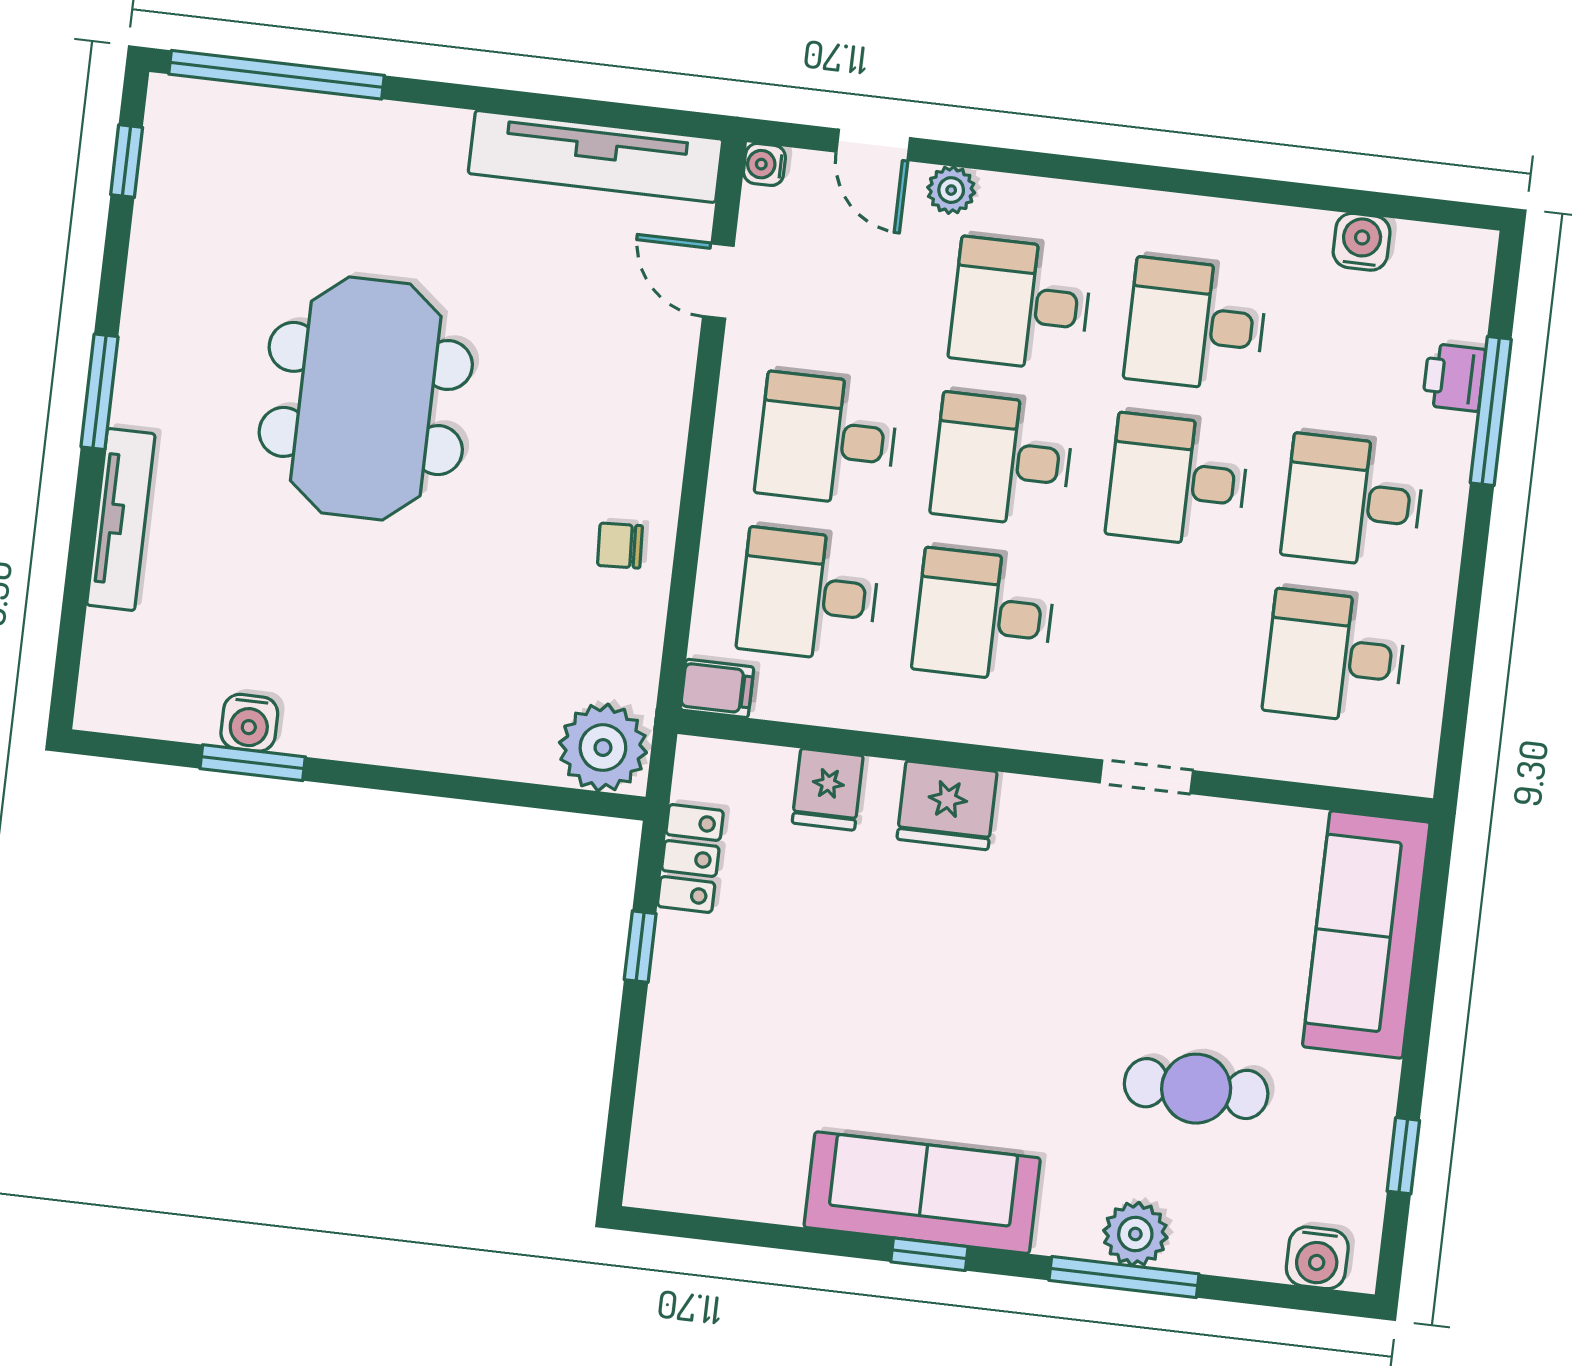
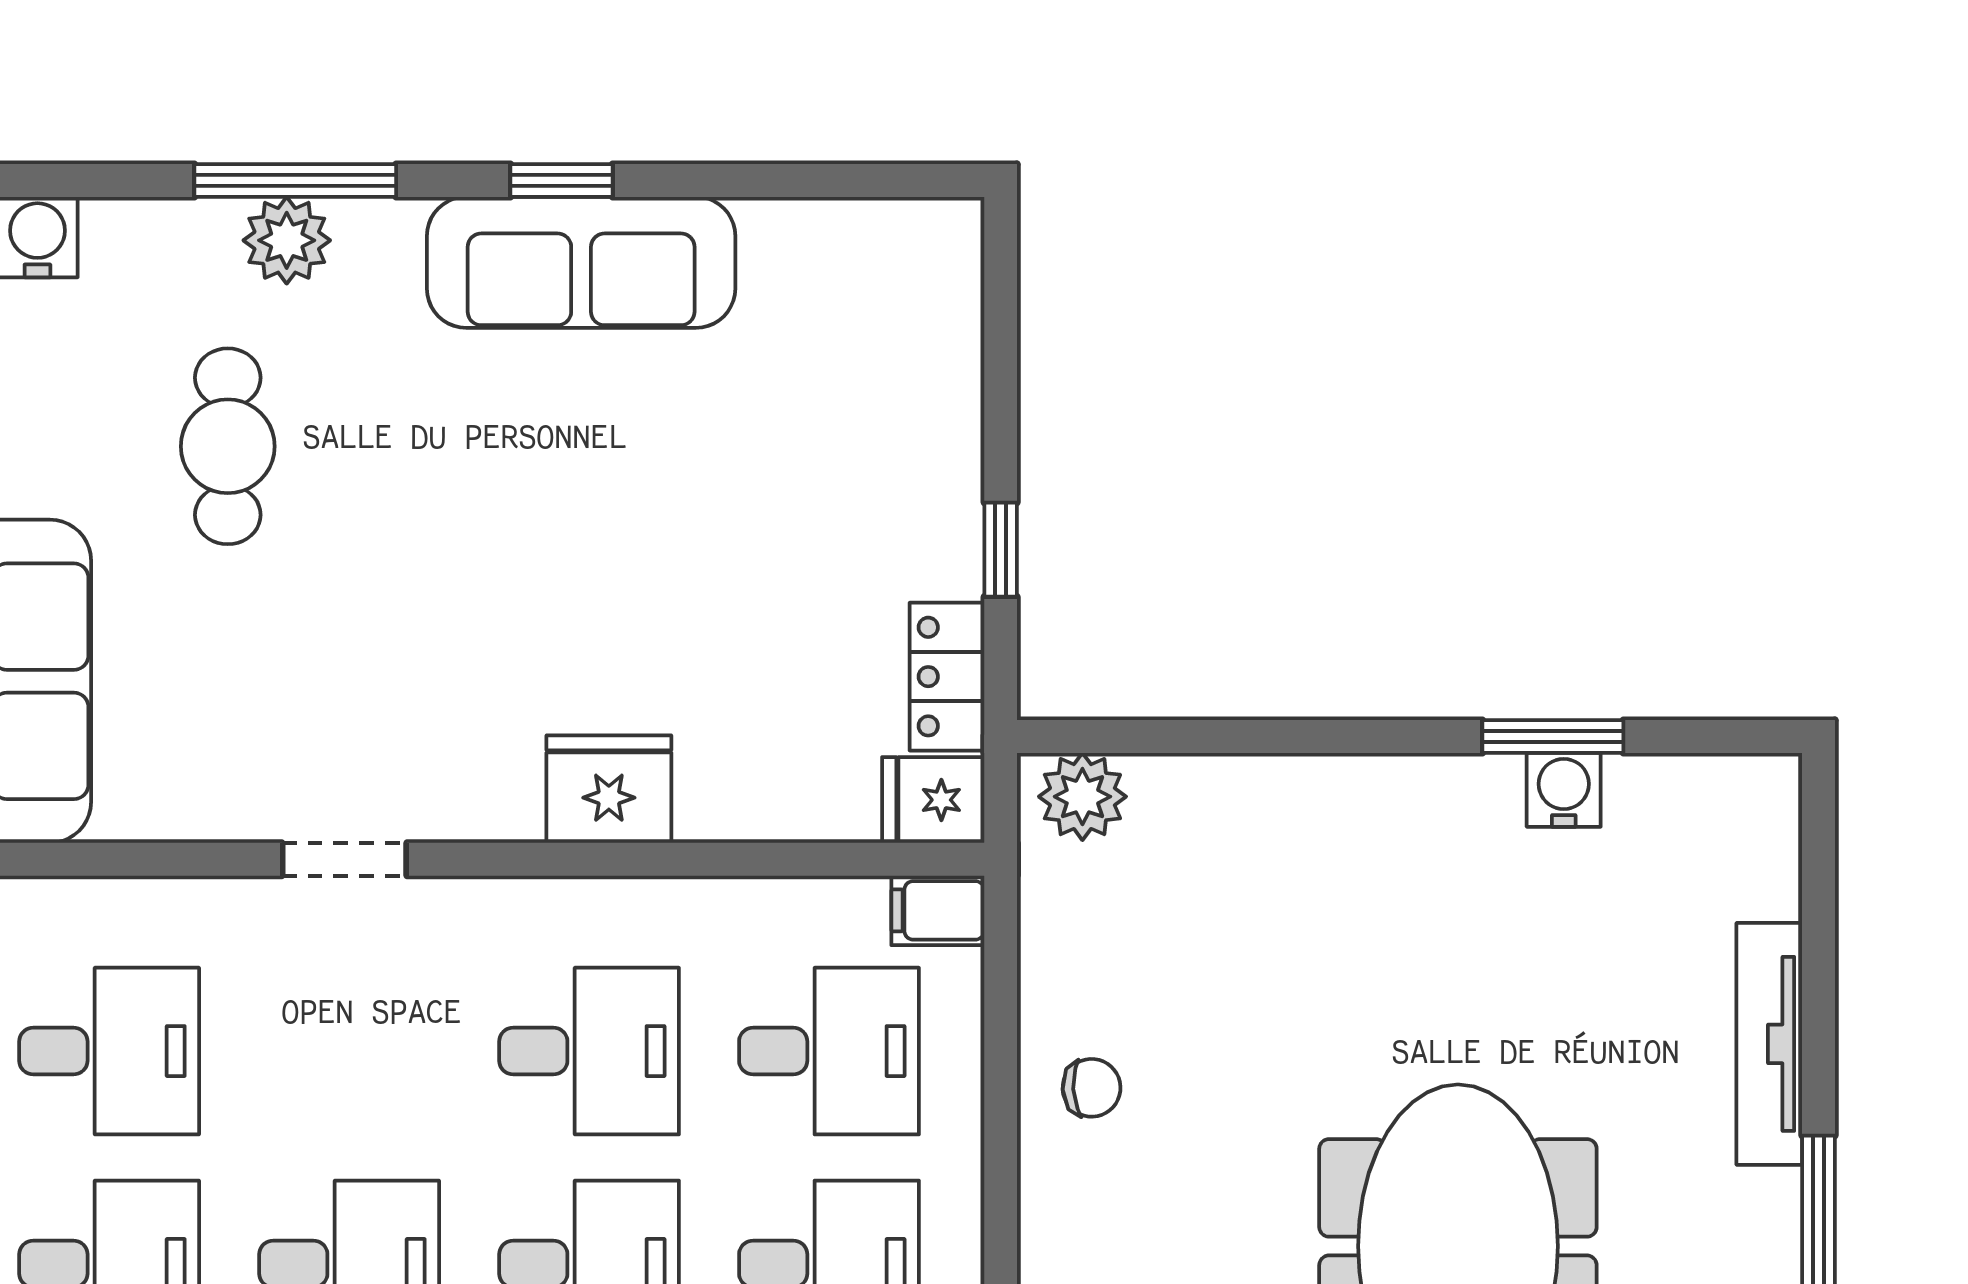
plant: (603, 748) -> (1082, 797), width x0.73, depth x0.73
fridge: (828, 789) -> (933, 800), moved, turned -90
cafe table: (1196, 1089) -> (228, 446), turned 90

